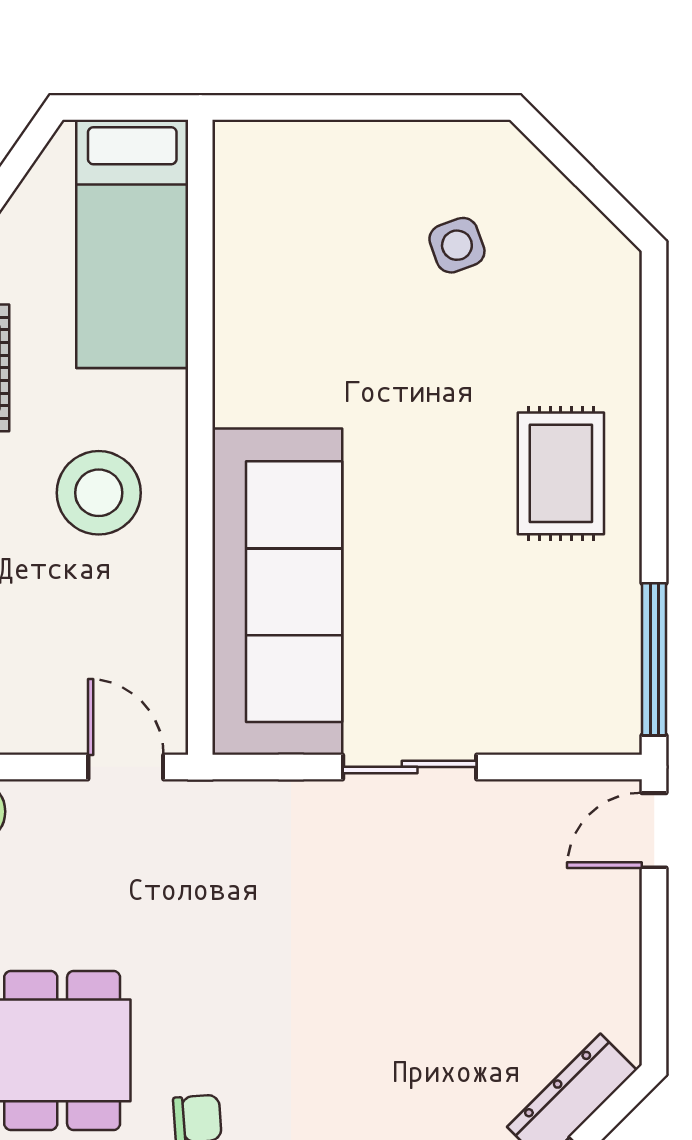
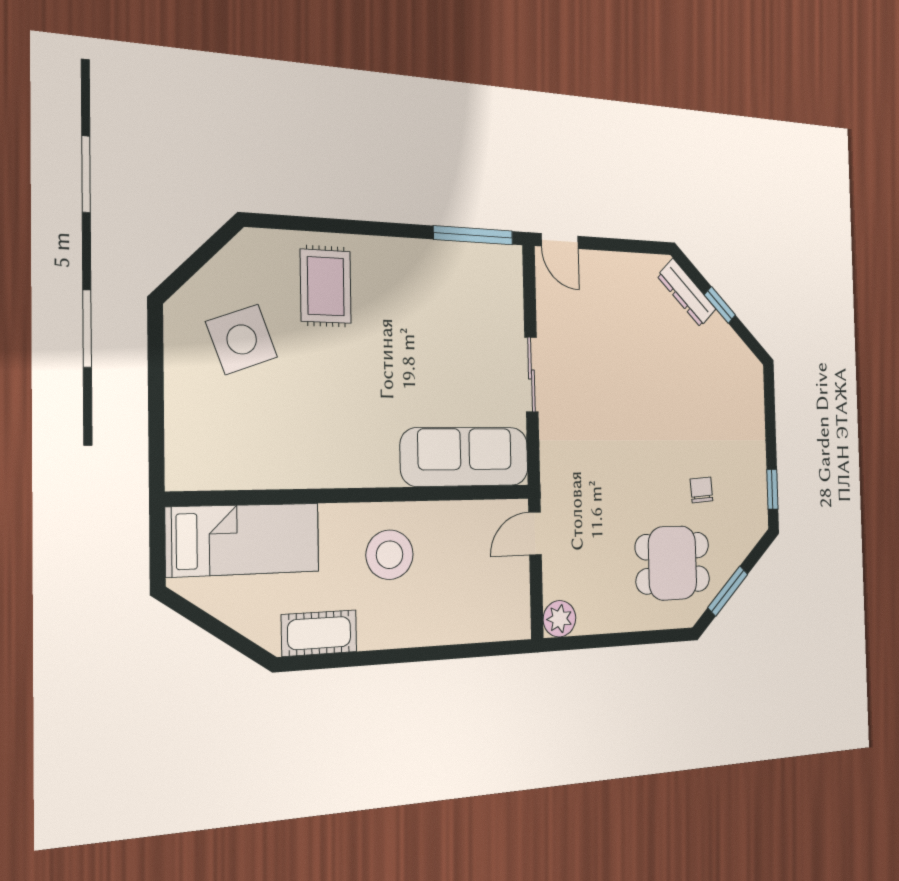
side table: (457, 245) -> (242, 339), width x1.87, depth x1.87
rug: (561, 473) -> (326, 286), moved, turned 90
sofa: (277, 592) -> (465, 457), width x0.74, depth x0.79

